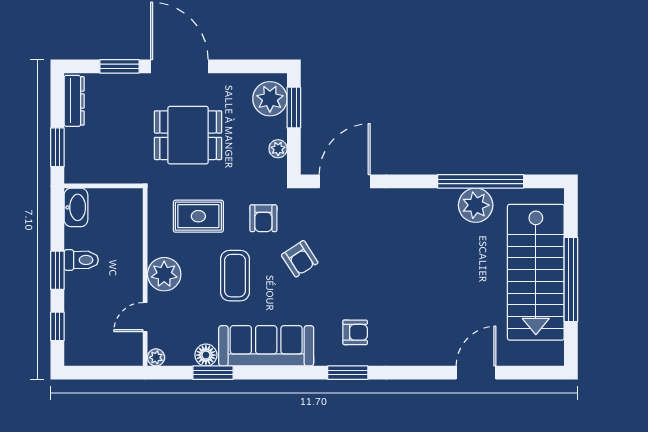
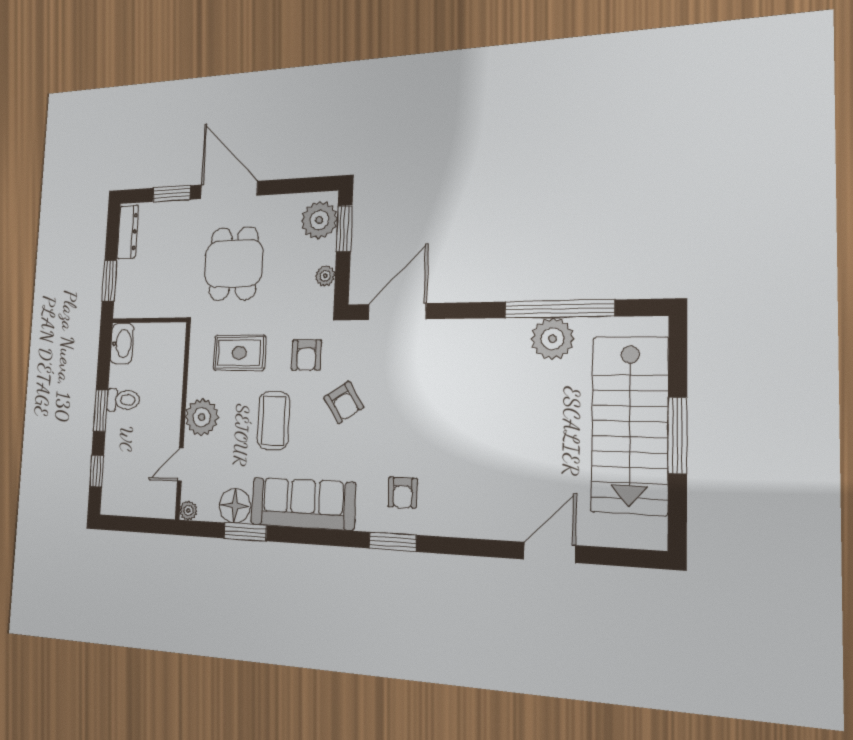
dining table: (188, 135) -> (234, 264), turned 90
window: (571, 279) -> (678, 435), width x0.68
armchair: (355, 332) -> (403, 493), turned 90
floor lamp: (206, 355) -> (235, 506), width x1.38, depth x1.38

